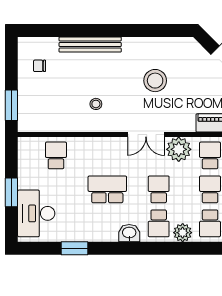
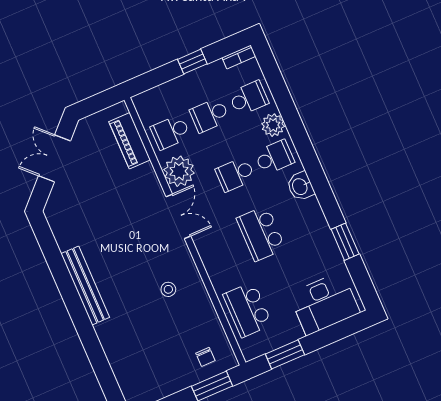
bench: (90, 45) -> (85, 286), moved
chair: (40, 66) -> (205, 357), moved
stool: (155, 81) -> (112, 233), removed
school desk: (56, 155) -> (248, 310), width x1.85
window: (11, 192) -> (285, 354), moved

